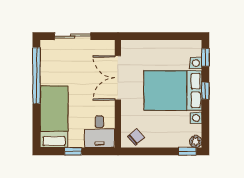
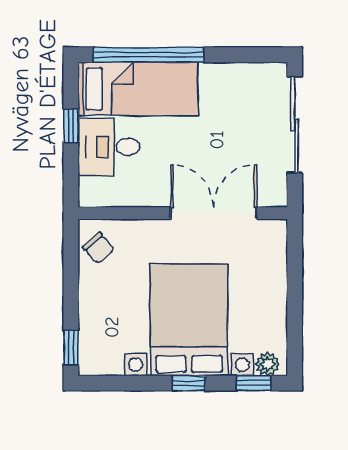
sliding door: (73, 36) -> (295, 125), width x1.37
window: (36, 76) -> (149, 55), moved
desk: (99, 132) -> (109, 147), moved
plant: (196, 141) -> (267, 364), moved

